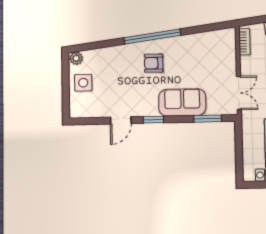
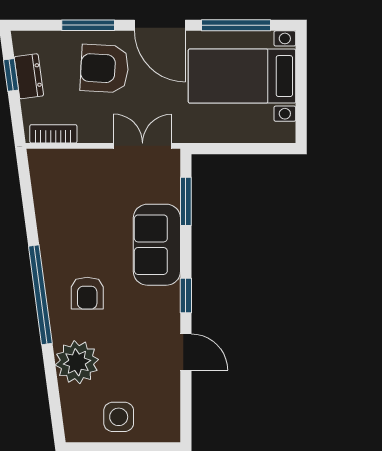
plant: (76, 58) -> (77, 362), moved, width x1.87, depth x1.87

